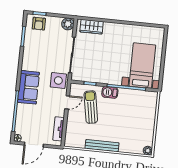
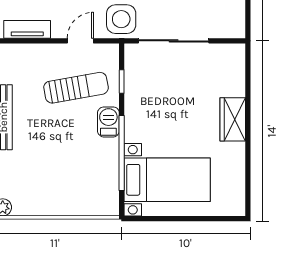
plant: (68, 24) -> (233, 26), removed
wardrobe: (92, 27) -> (233, 119), moved
door: (67, 102) -> (80, 41), swing flipped

